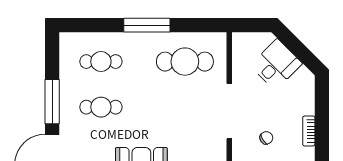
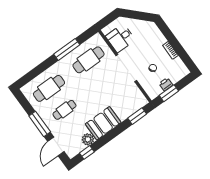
window: (147, 25) -> (67, 49), moved
cafe table: (101, 62) -> (49, 88), width x1.37, depth x1.35
desk: (276, 64) -> (121, 38), moved, turned -135

